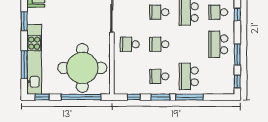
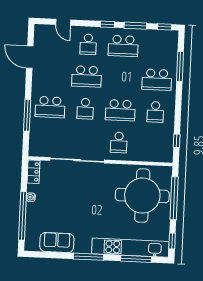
window: (237, 15) -> (107, 24), moved
window: (24, 21) -> (88, 257), width x1.44
school desk: (159, 44) -> (120, 110), width x1.85
window: (160, 97) -> (178, 112), removed
window: (189, 97) -> (180, 67), moved

